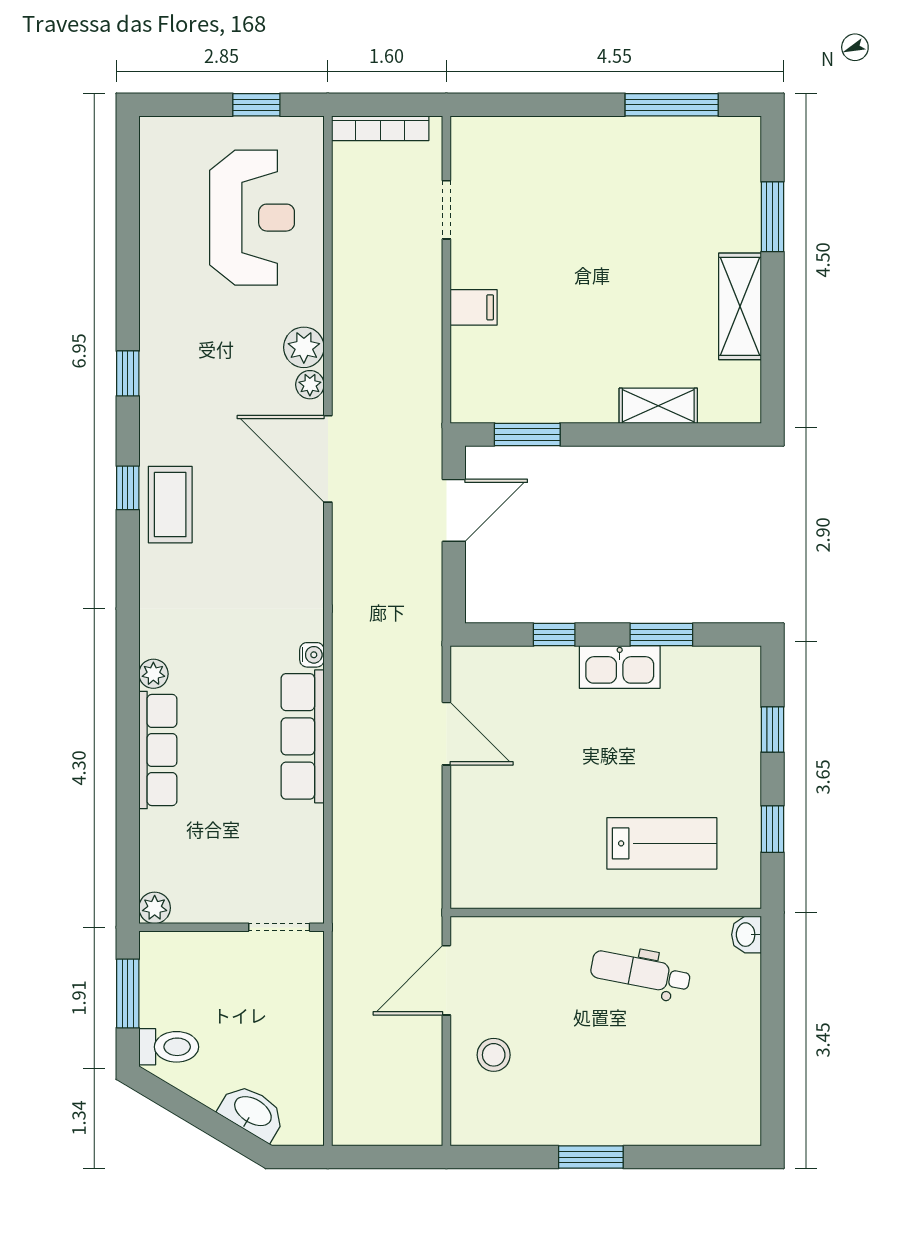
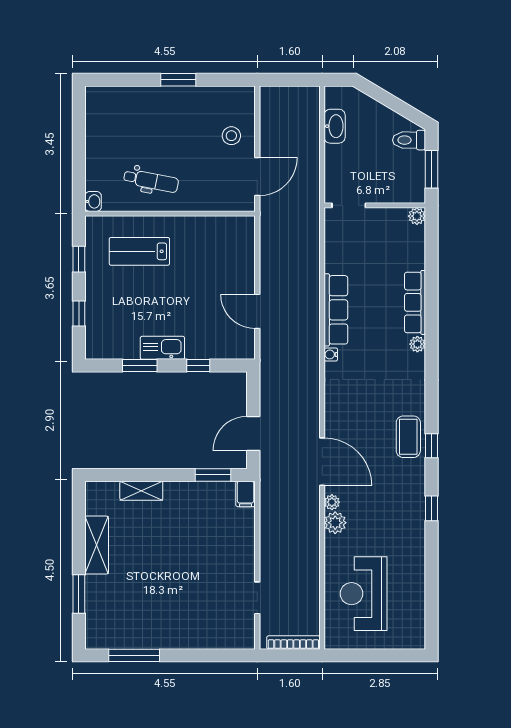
window: (256, 105) -> (361, 655), removed
filing cabinet: (474, 307) -> (246, 494), moved, turned -90
washbasin: (252, 1112) -> (335, 126), moved, turned -121

